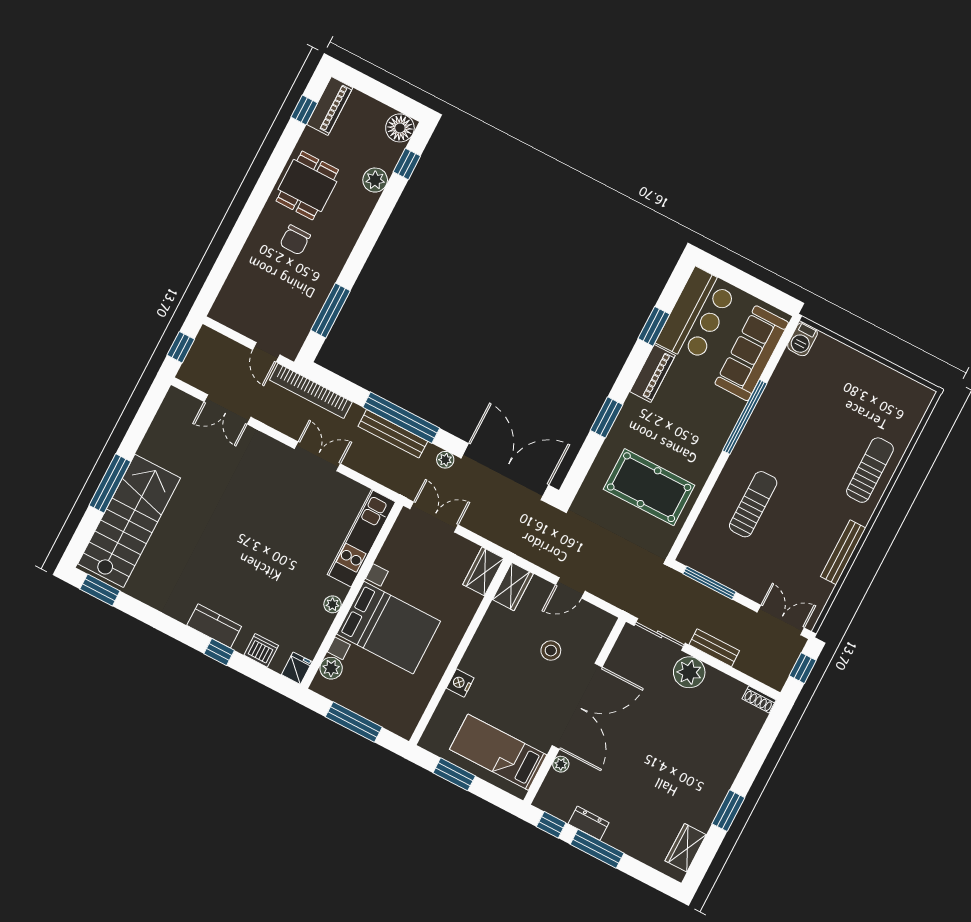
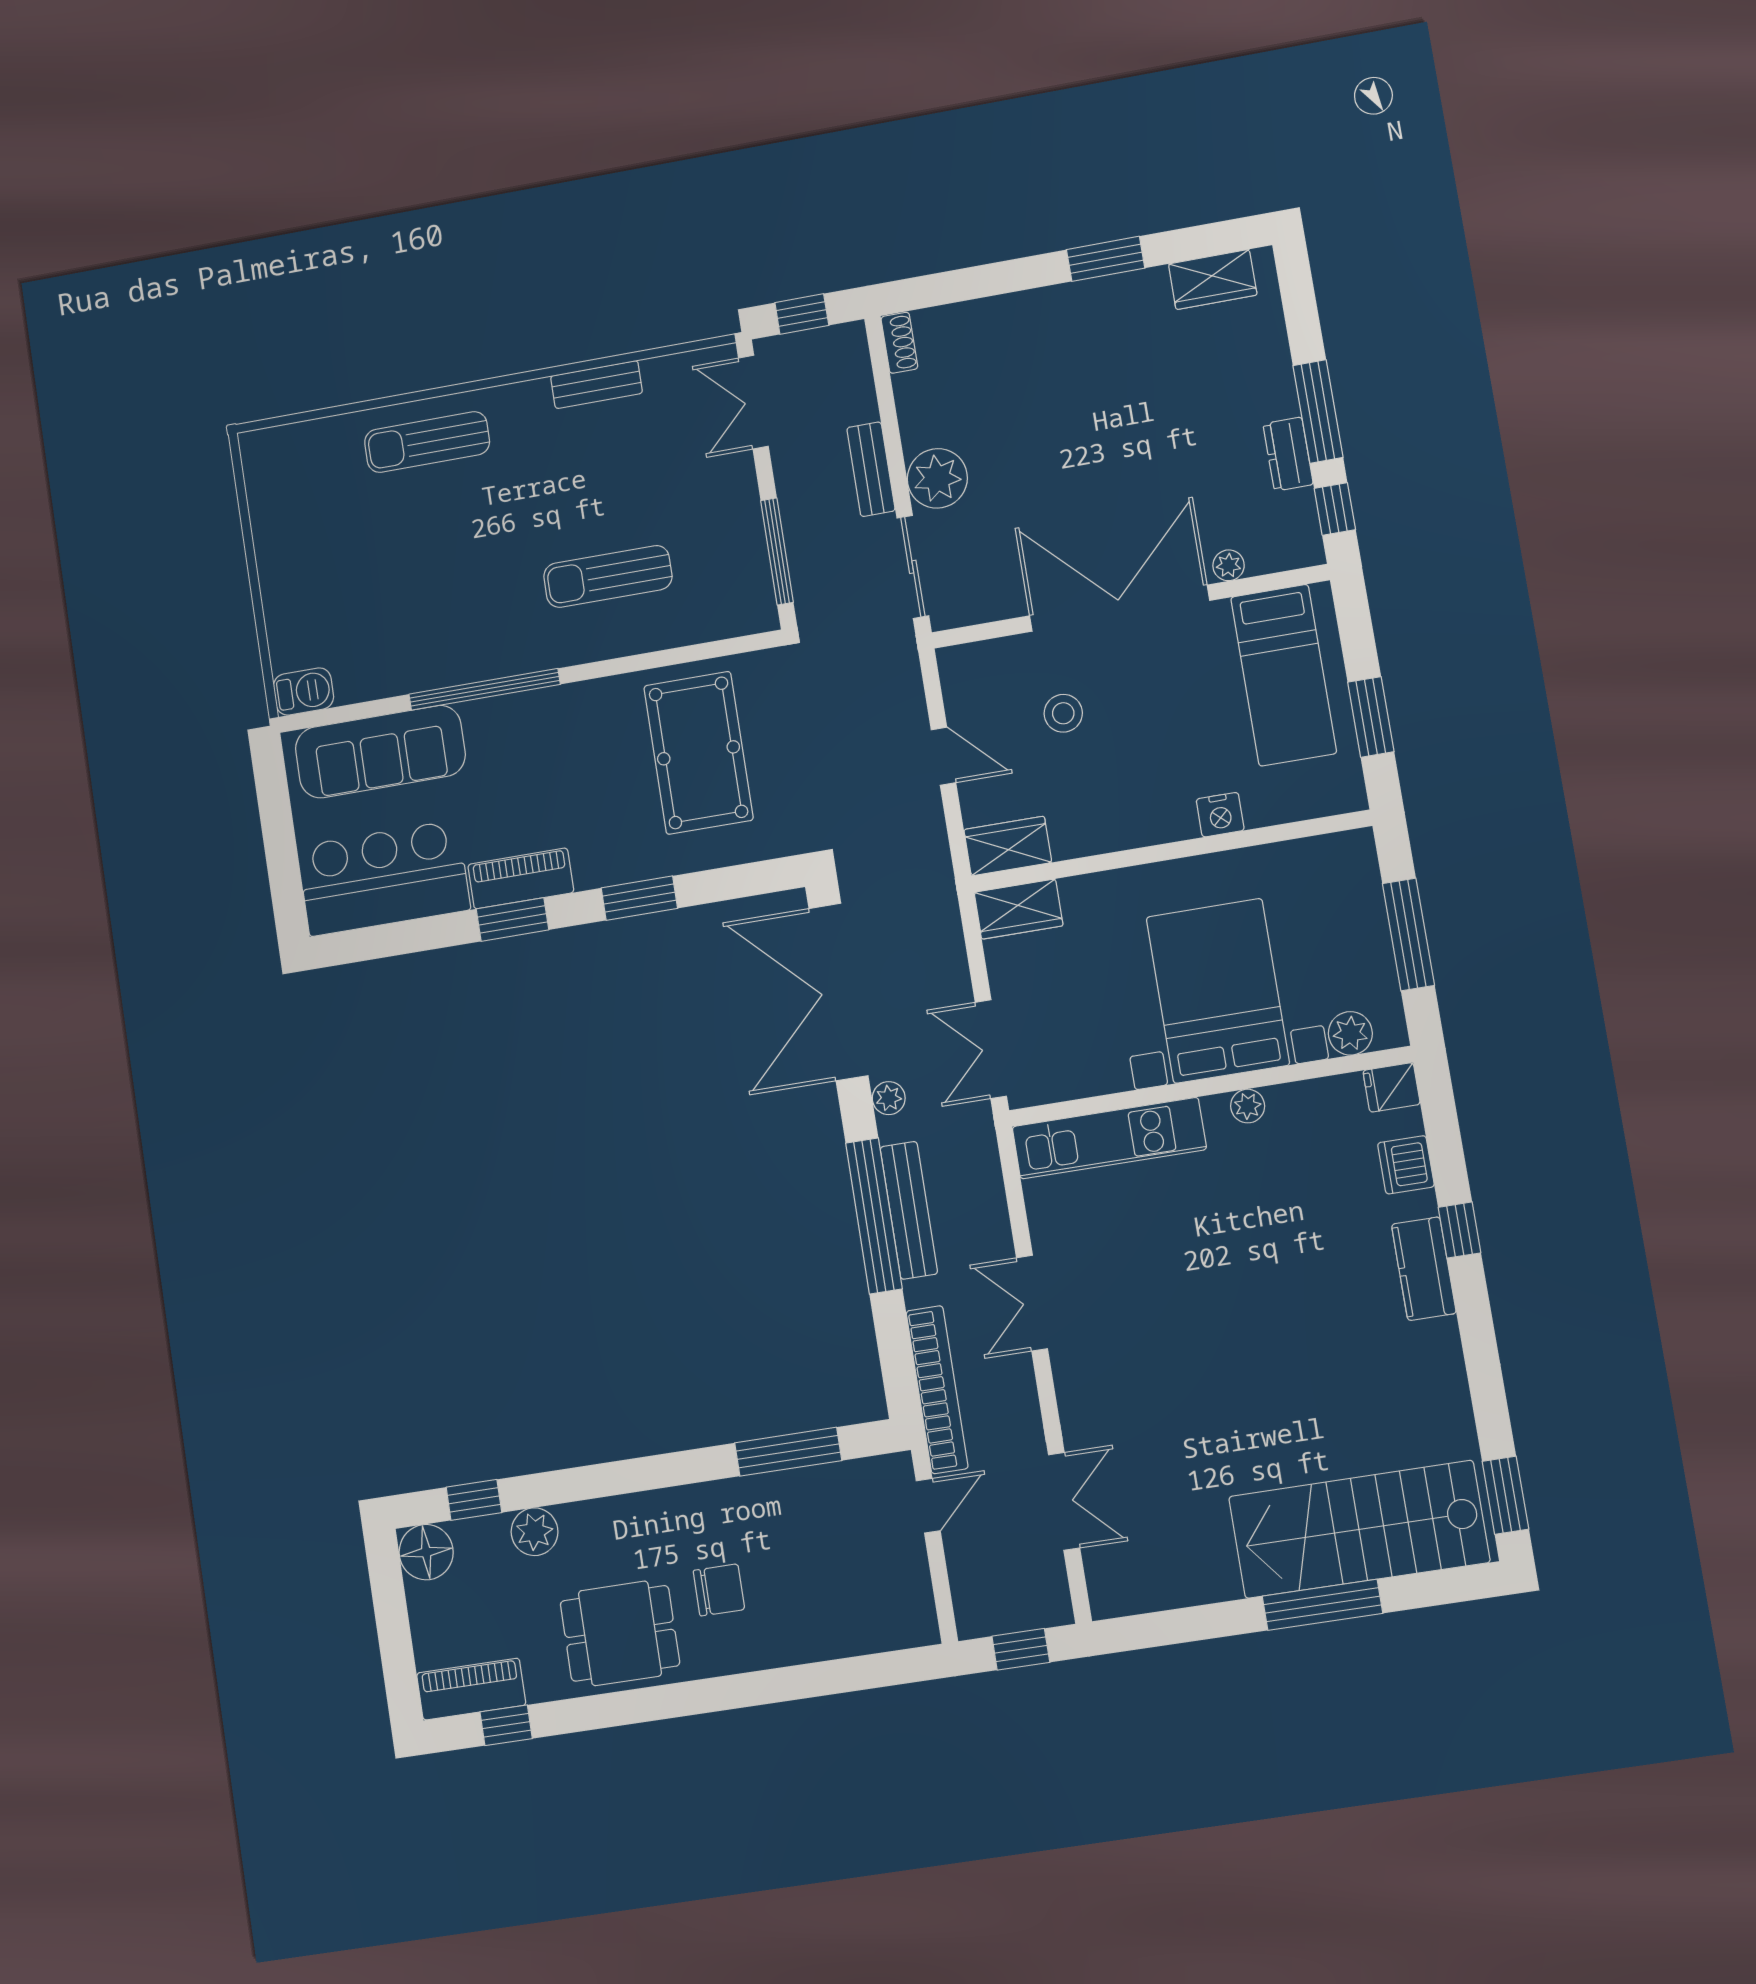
window: (654, 326) -> (512, 919), moved
bench: (843, 552) -> (597, 385), width x0.73

